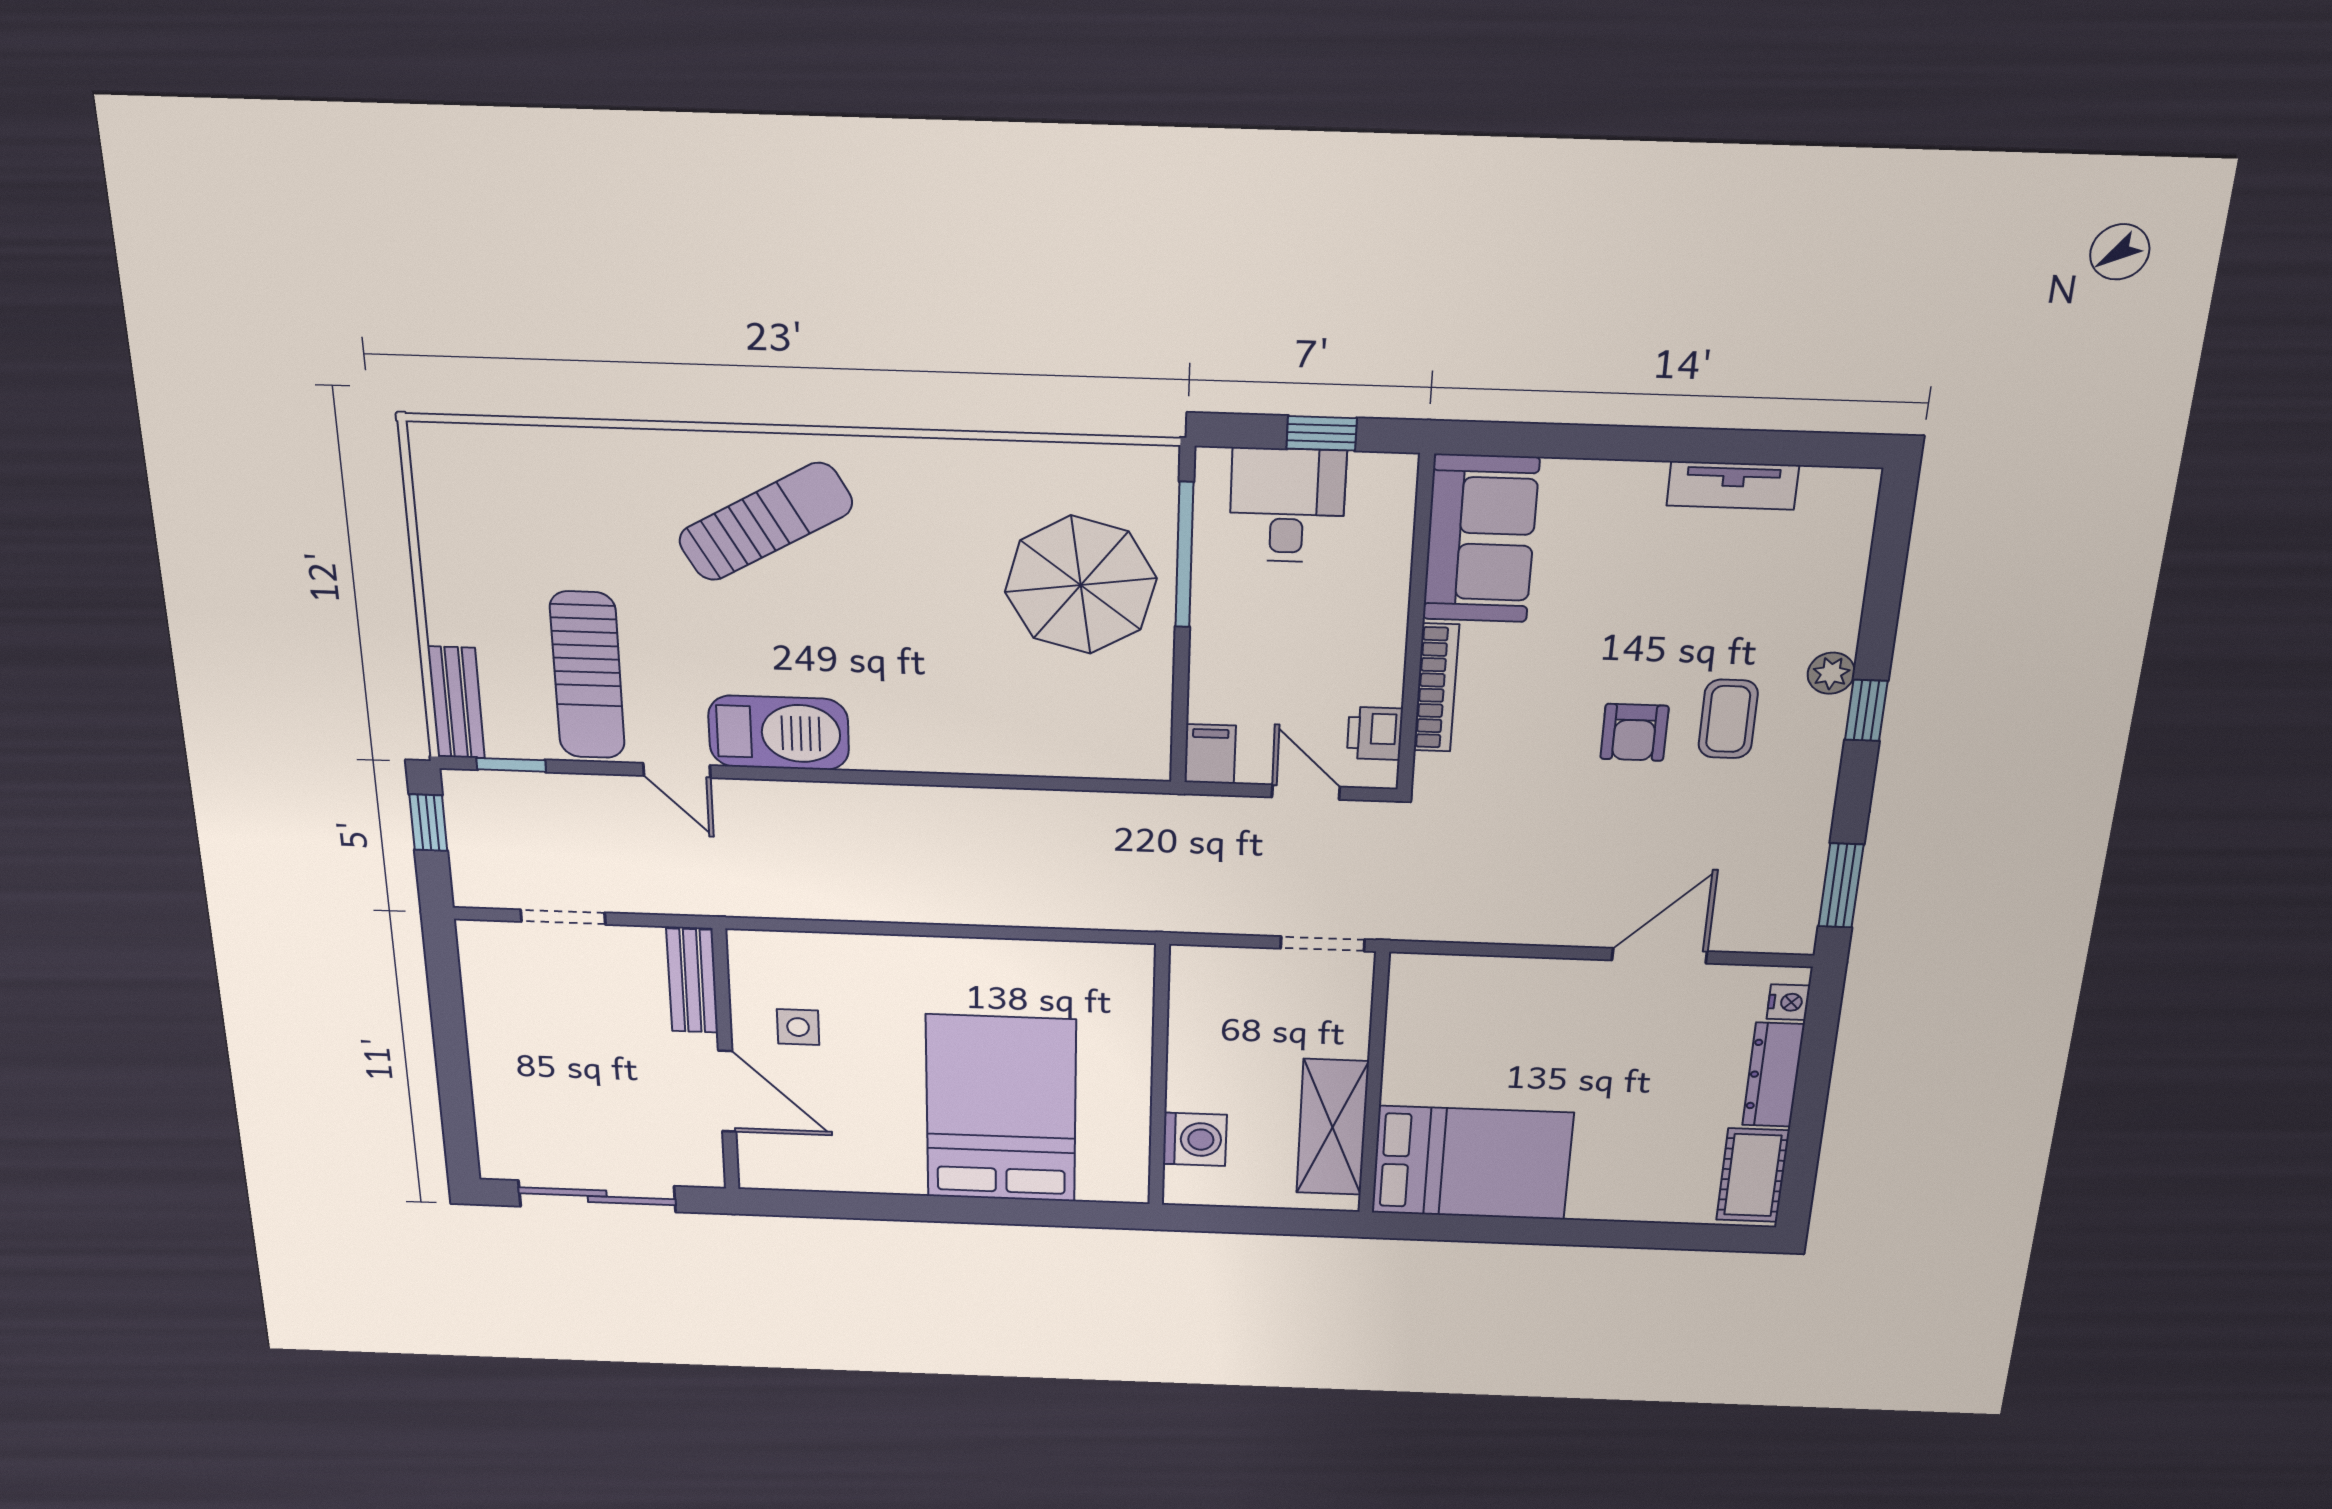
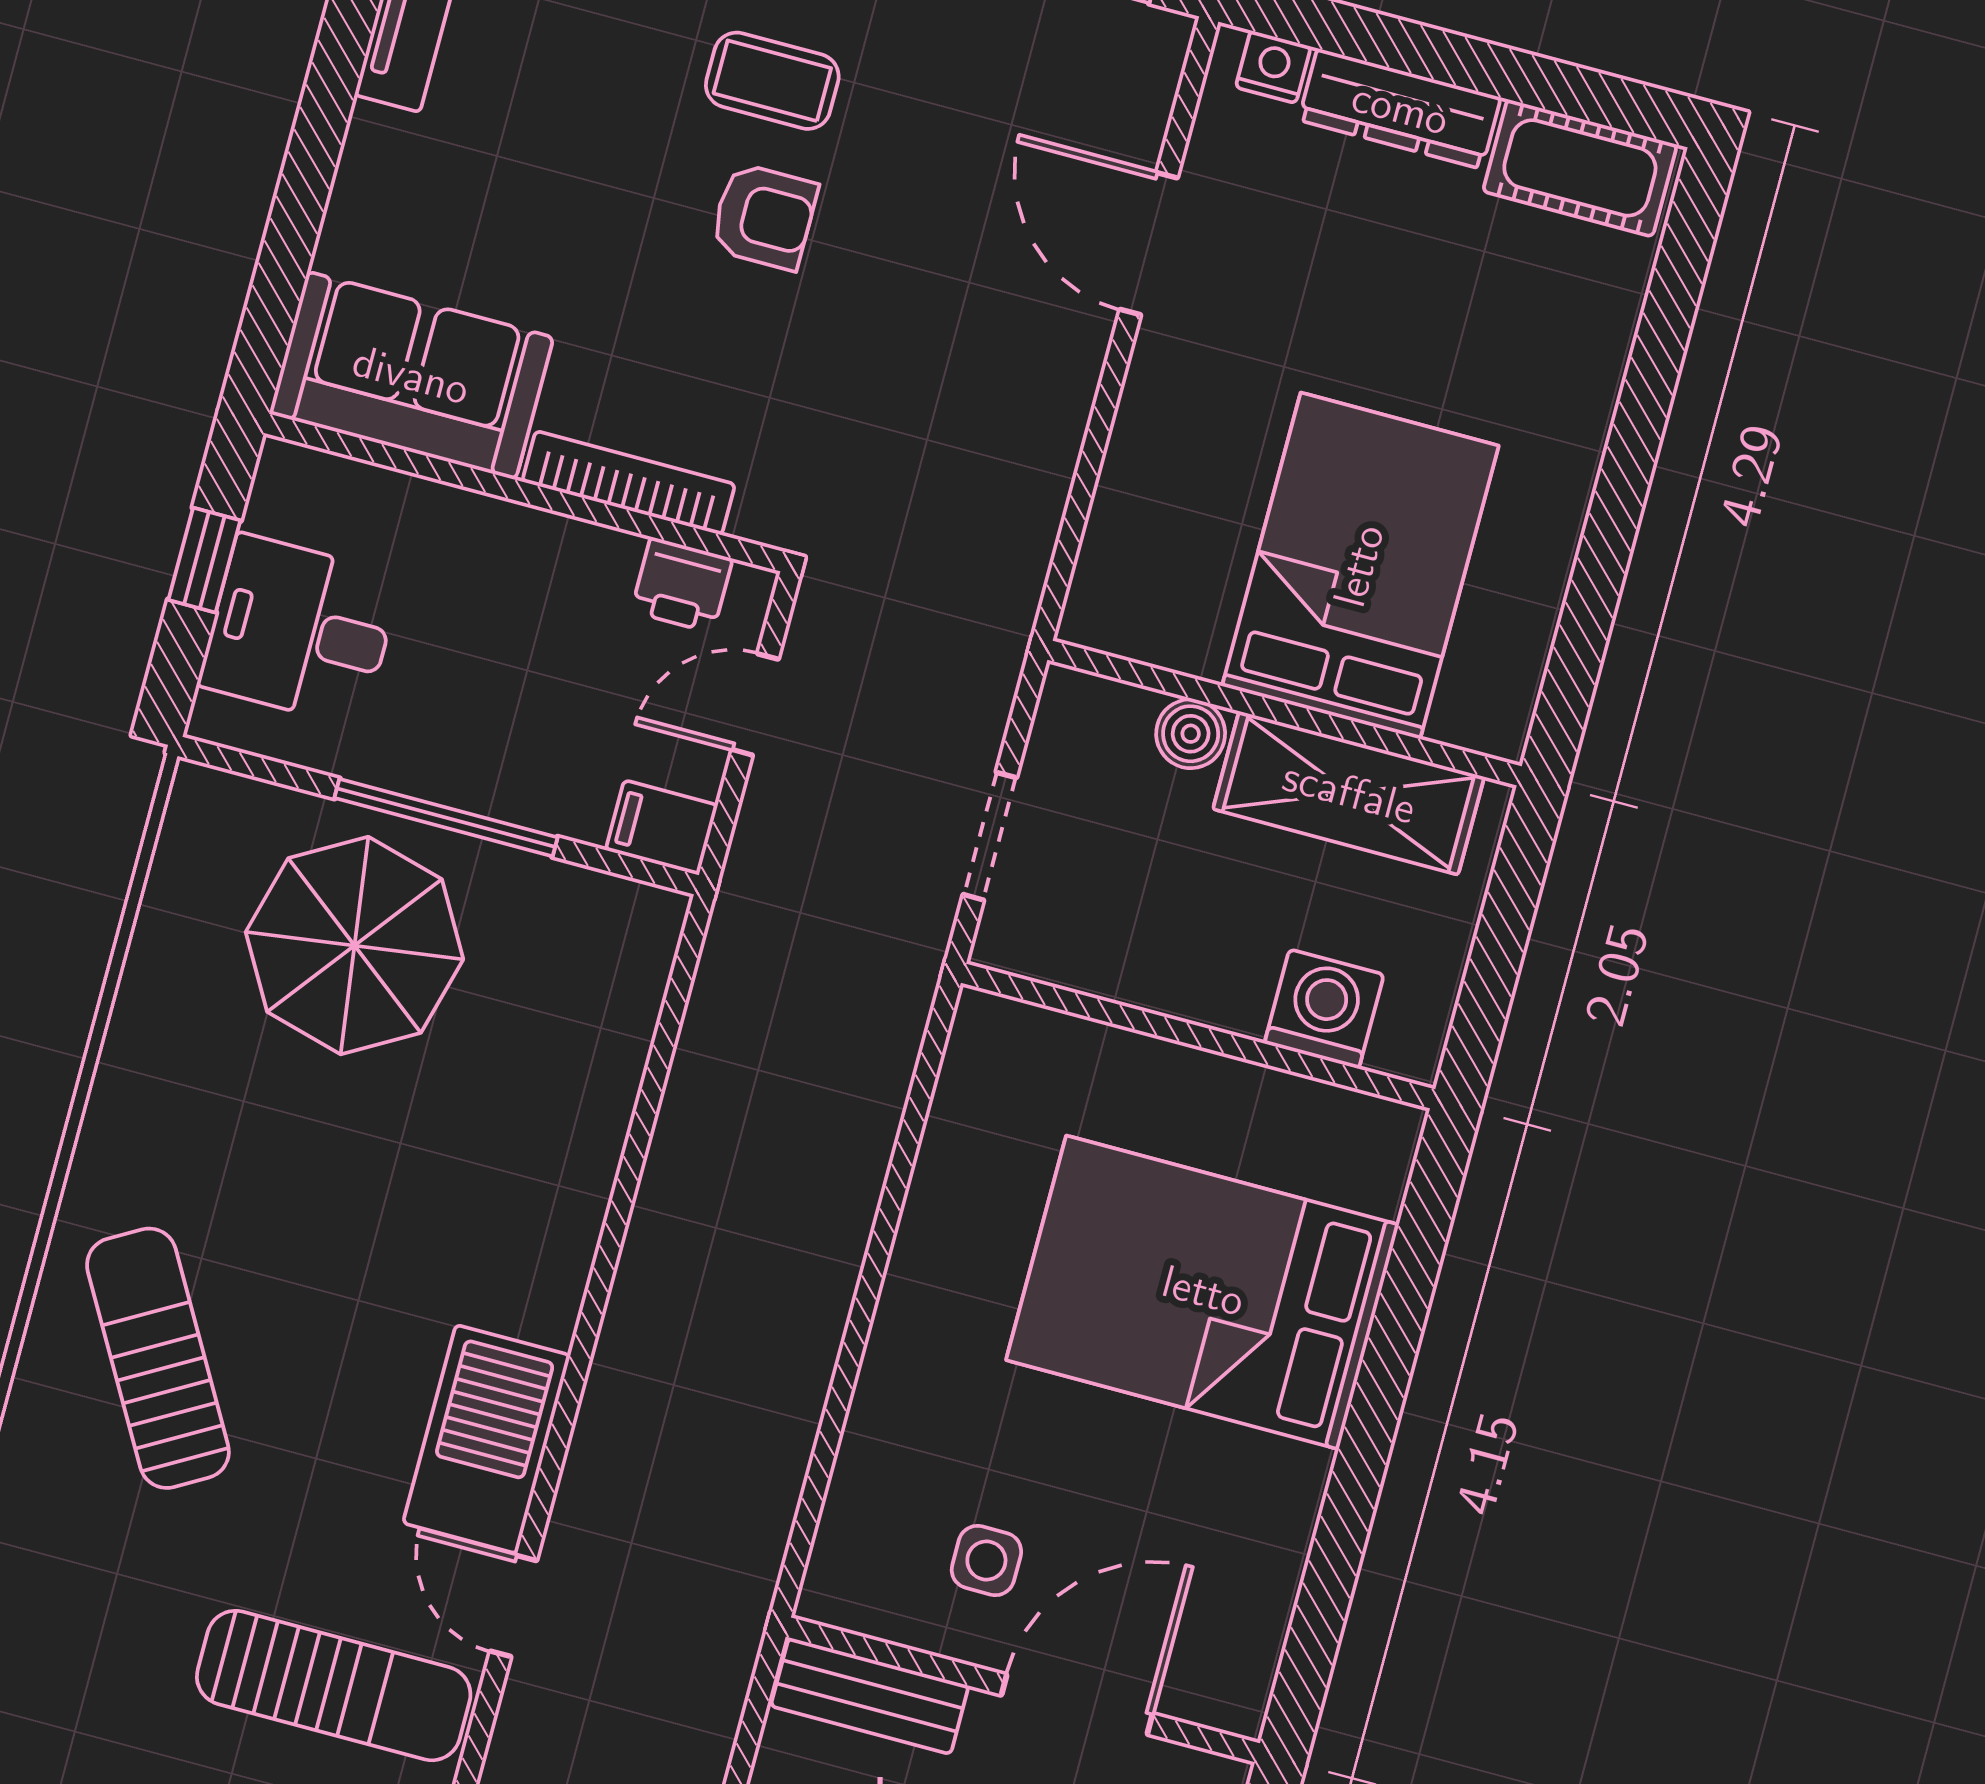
window: (1184, 555) -> (446, 818), moved
door: (677, 770) -> (513, 1606), swing flipped
doorway: (1323, 944) -> (990, 836), moved
boiler: (1348, 1038) -> (1191, 734), added
bed: (1472, 1163) -> (1360, 566), moved

